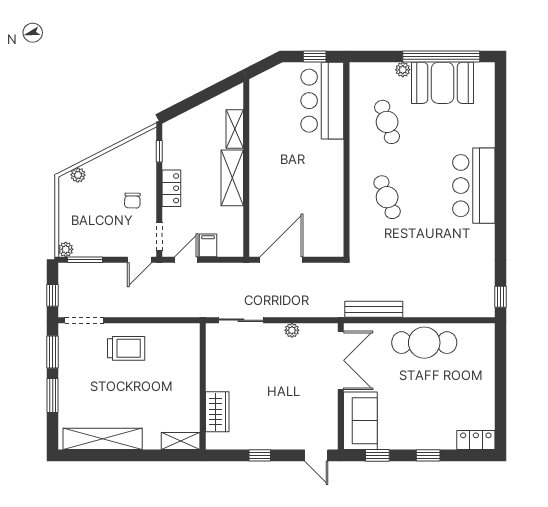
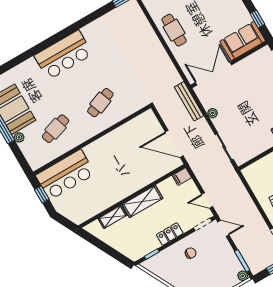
filing cabinet: (208, 245) -> (182, 177), moved
bench: (374, 309) -> (189, 101), moved
cafe table: (424, 343) -> (174, 30), width x0.73, depth x0.74

